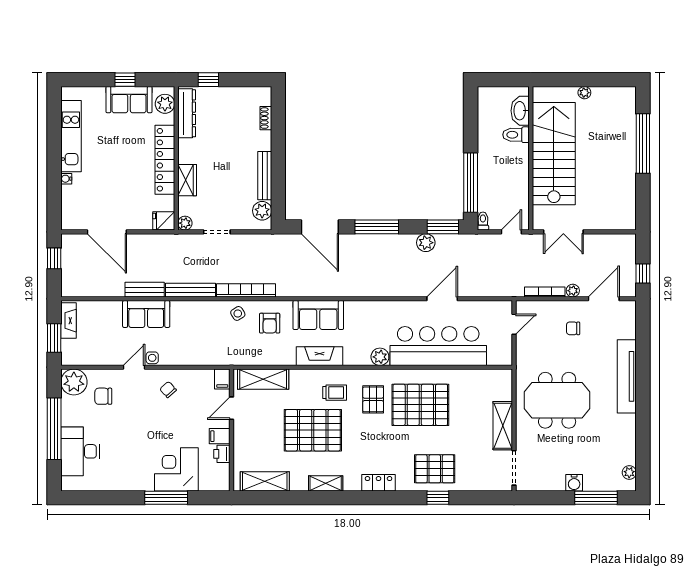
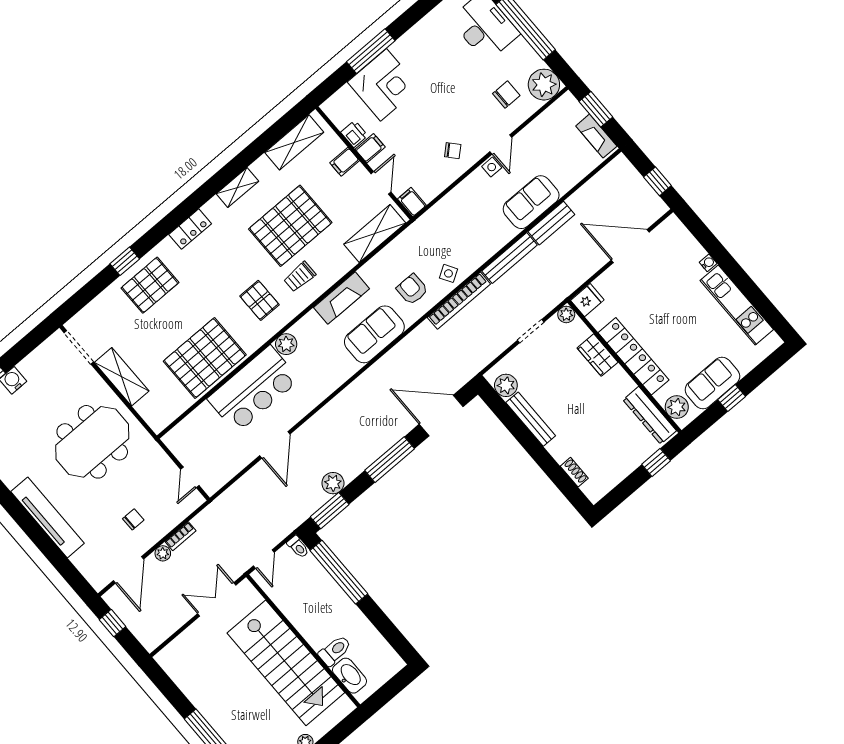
bookcase: (545, 292) -> (180, 536), width x0.64
bar counter: (438, 346) -> (253, 389), width x0.73
pallet: (420, 405) -> (205, 358), moved
filing cabinet: (243, 441) -> (345, 162), added

